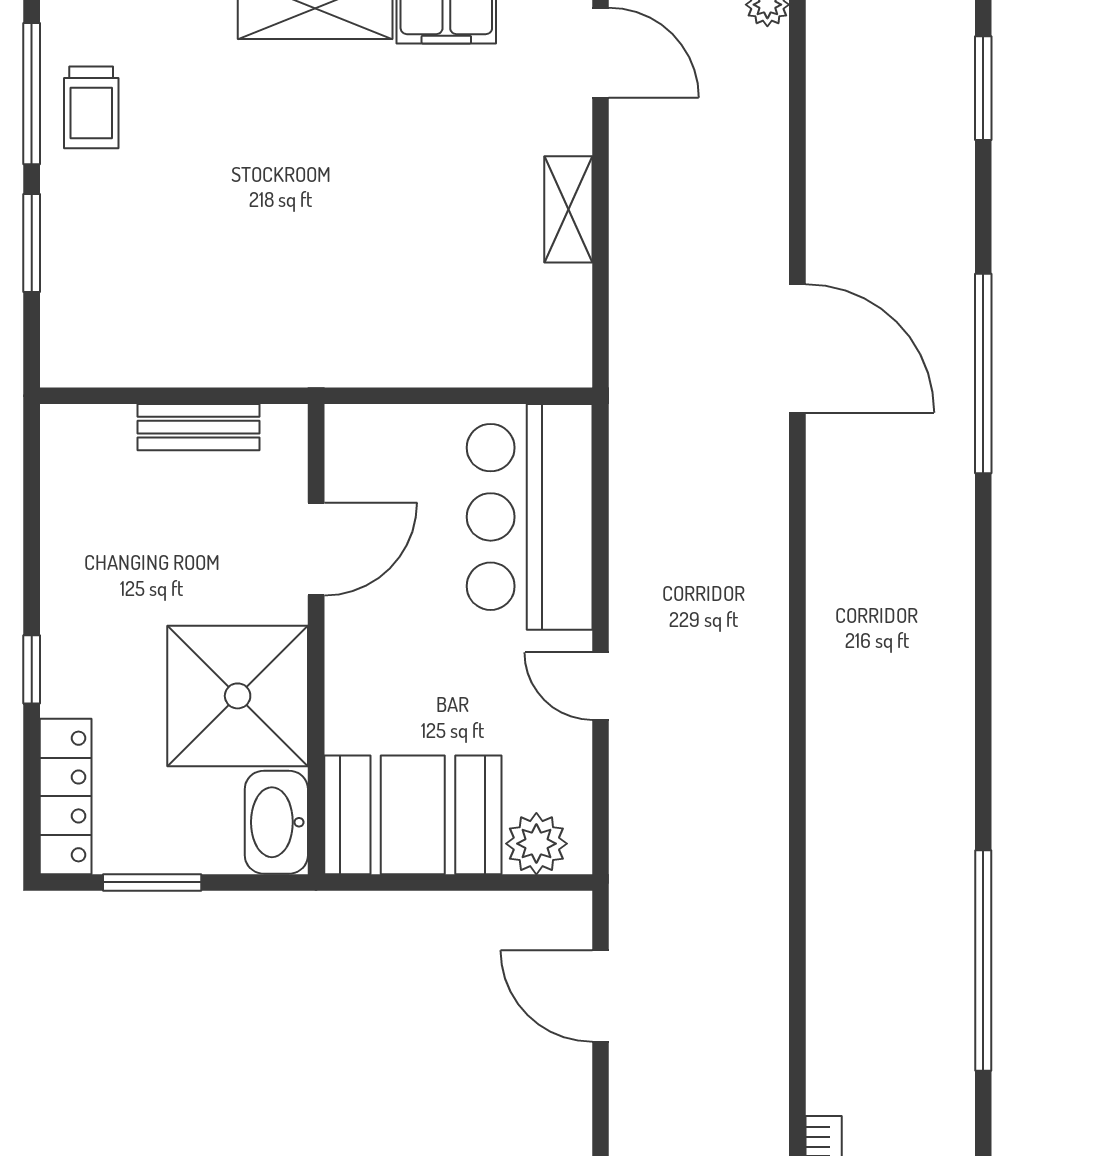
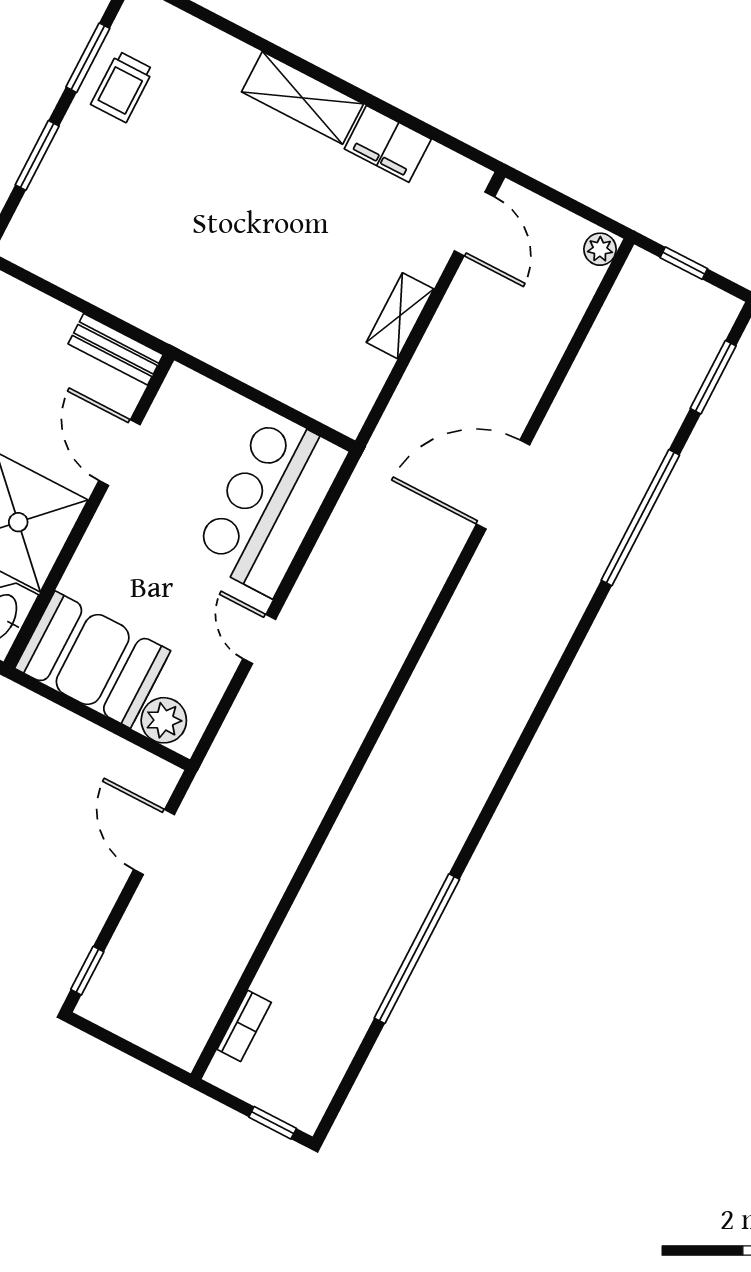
window: (32, 94) -> (88, 58), width x0.69
door: (797, 348) -> (503, 484), swing flipped
window: (983, 373) -> (640, 518), moved
bench: (199, 427) -> (116, 349), moved
door: (316, 549) -> (119, 453), swing flipped

